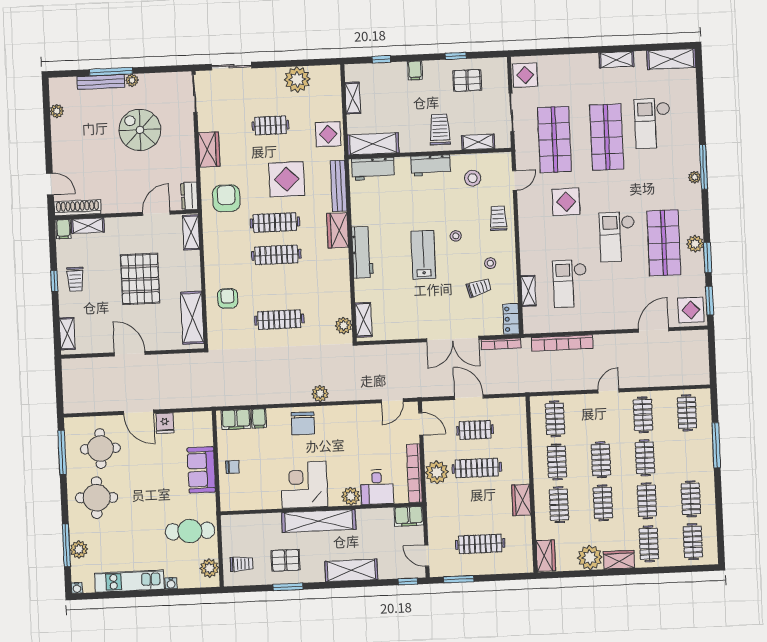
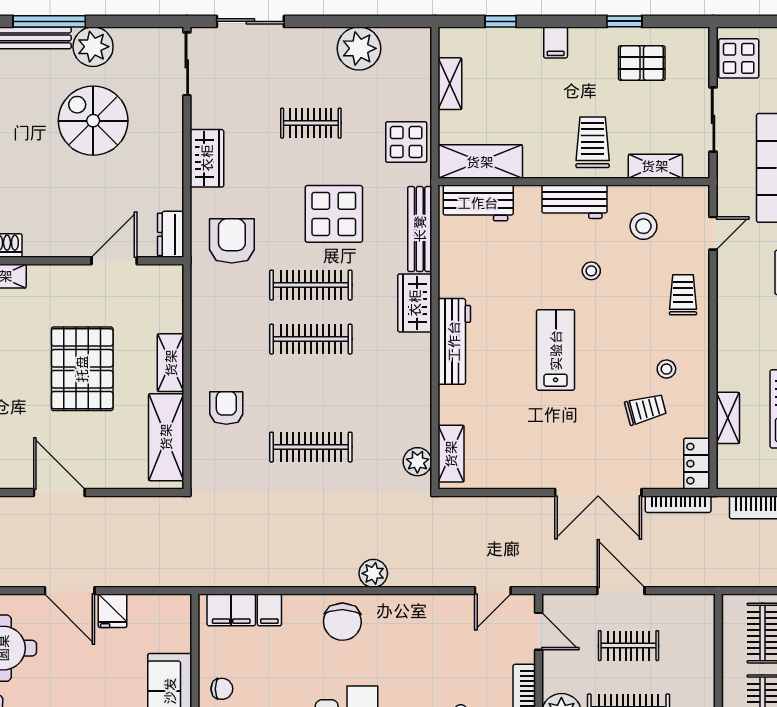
plant: (132, 80) -> (93, 47), width x1.88, depth x1.88
shelving: (191, 232) -> (171, 363), moved
stool: (456, 236) -> (591, 271), moved

